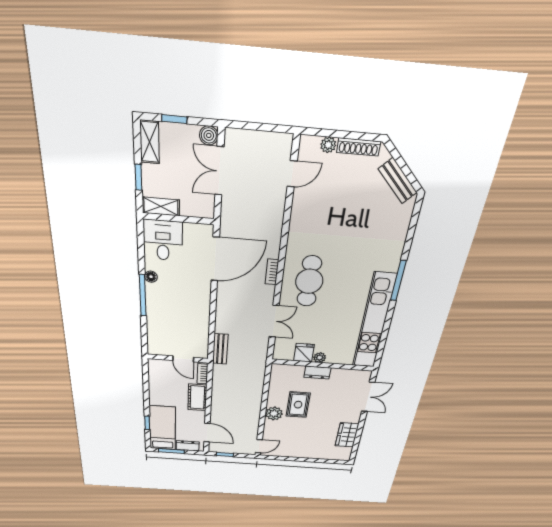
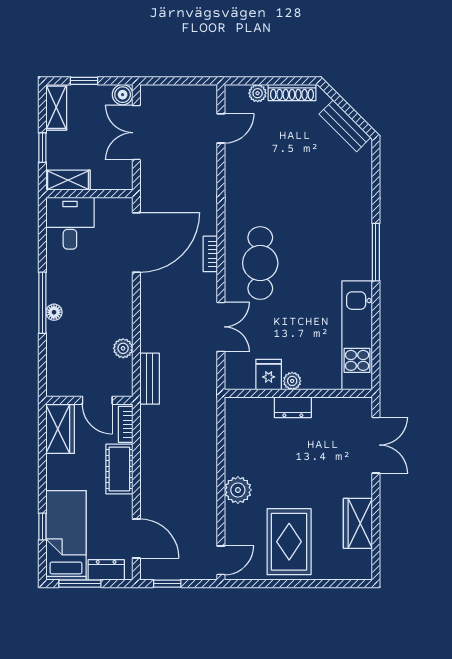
floor lamp: (151, 277) -> (54, 312), moved
kitchen unit: (374, 322) -> (357, 335), width x0.73
plant: (202, 329) -> (123, 348), added
wardrobe: (158, 373) -> (60, 429), added
rug: (298, 405) -> (289, 542), moved, width x1.36, depth x1.43

